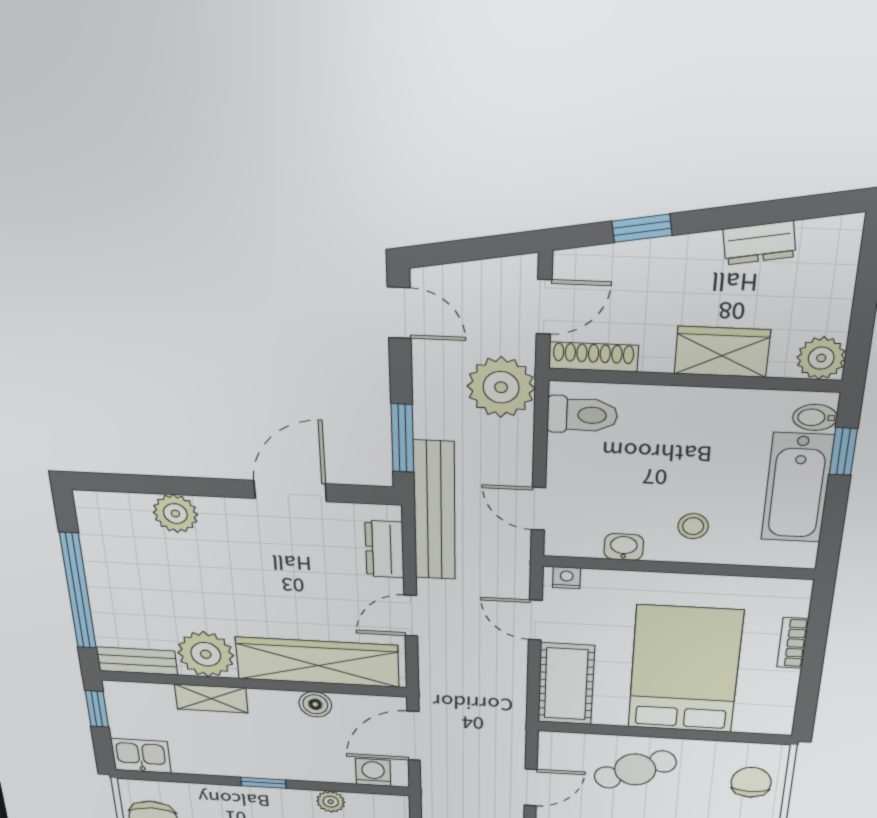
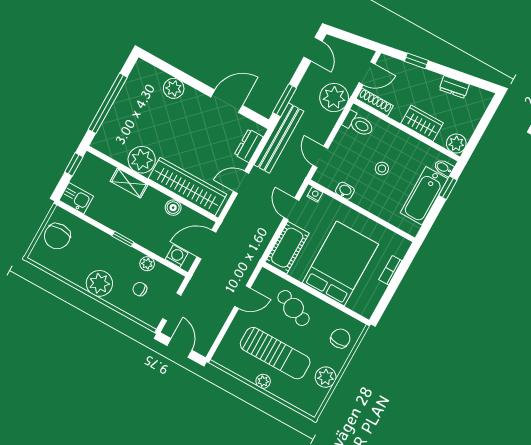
stool: (693, 526) -> (382, 169), moved
bench: (137, 661) -> (109, 149), removed
cafe table: (635, 769) -> (294, 308), turned 47

